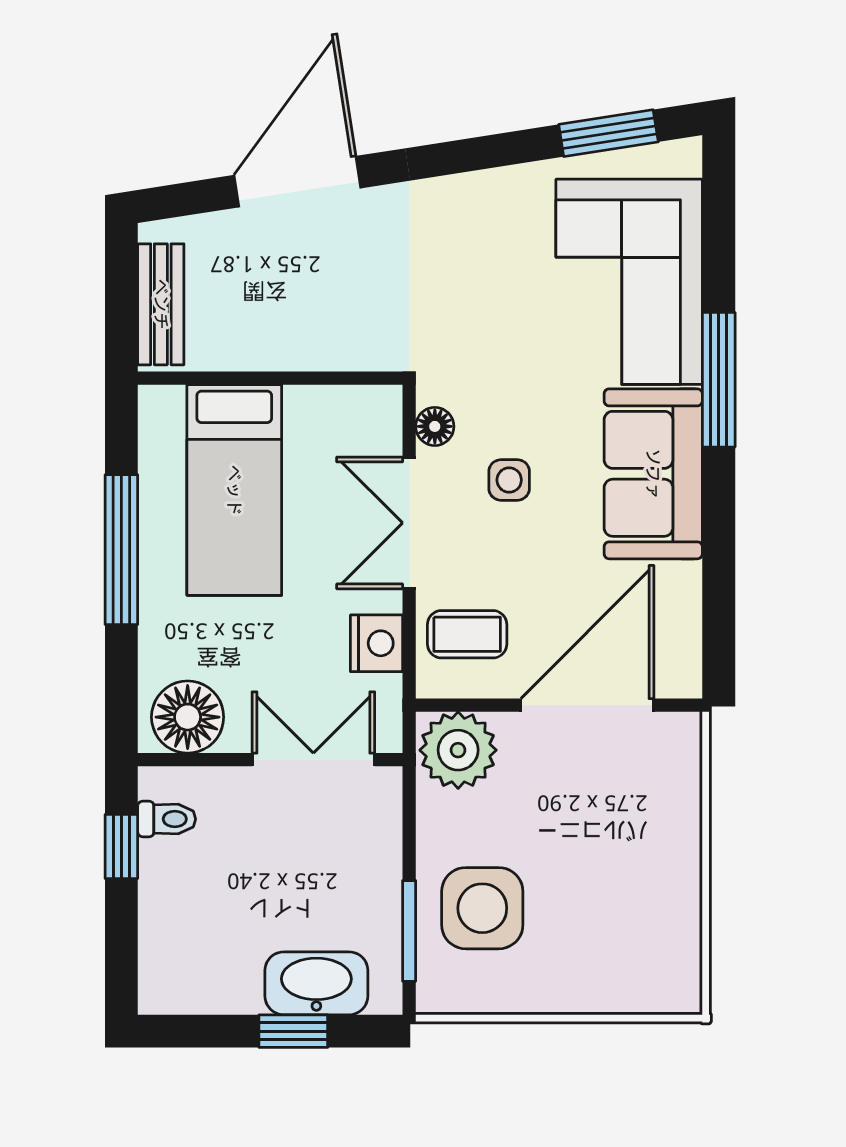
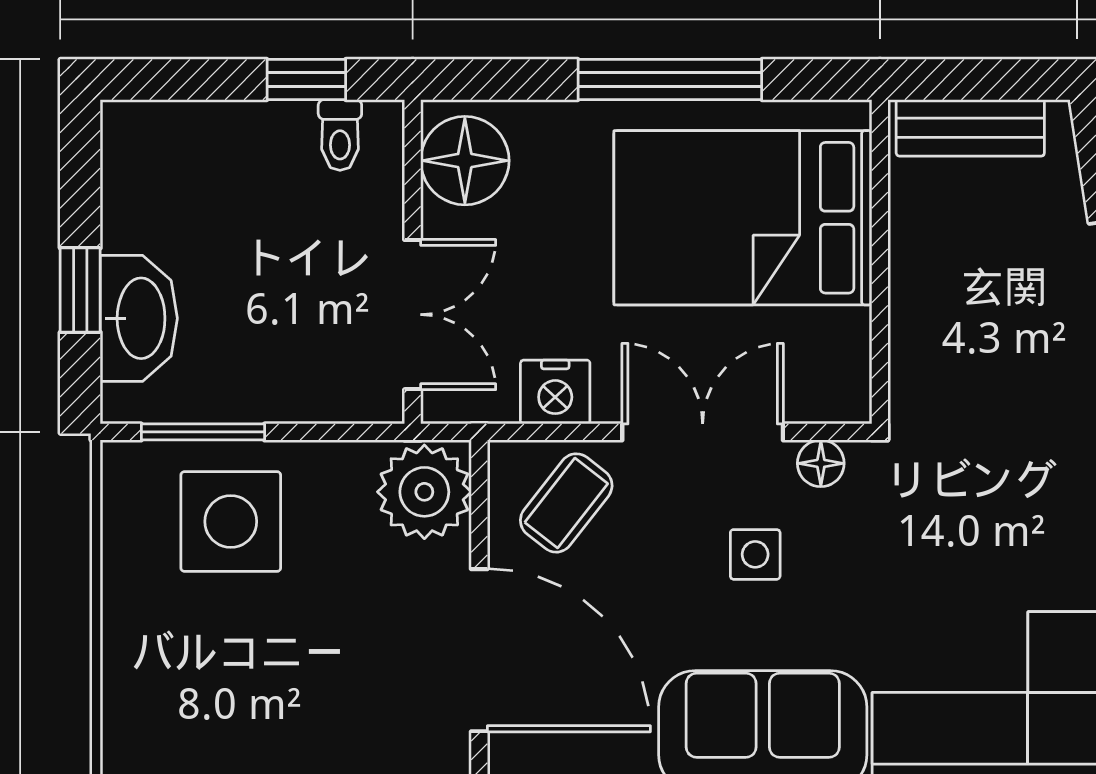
bed: (234, 490) -> (743, 218), width x1.50
coffee table: (467, 634) -> (566, 503), turned 38

